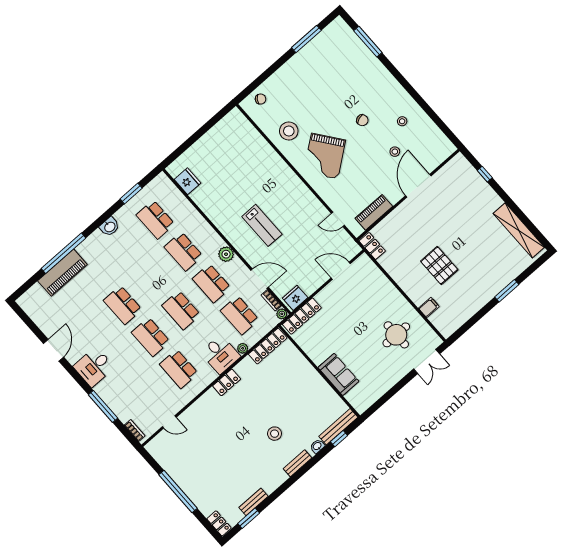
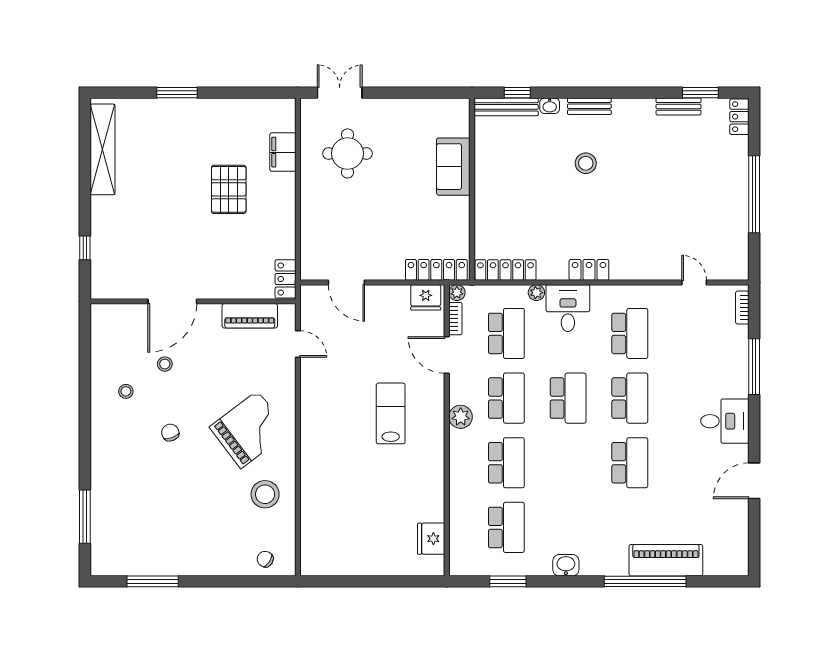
filing cabinet: (429, 307) -> (283, 152), width x2.00

